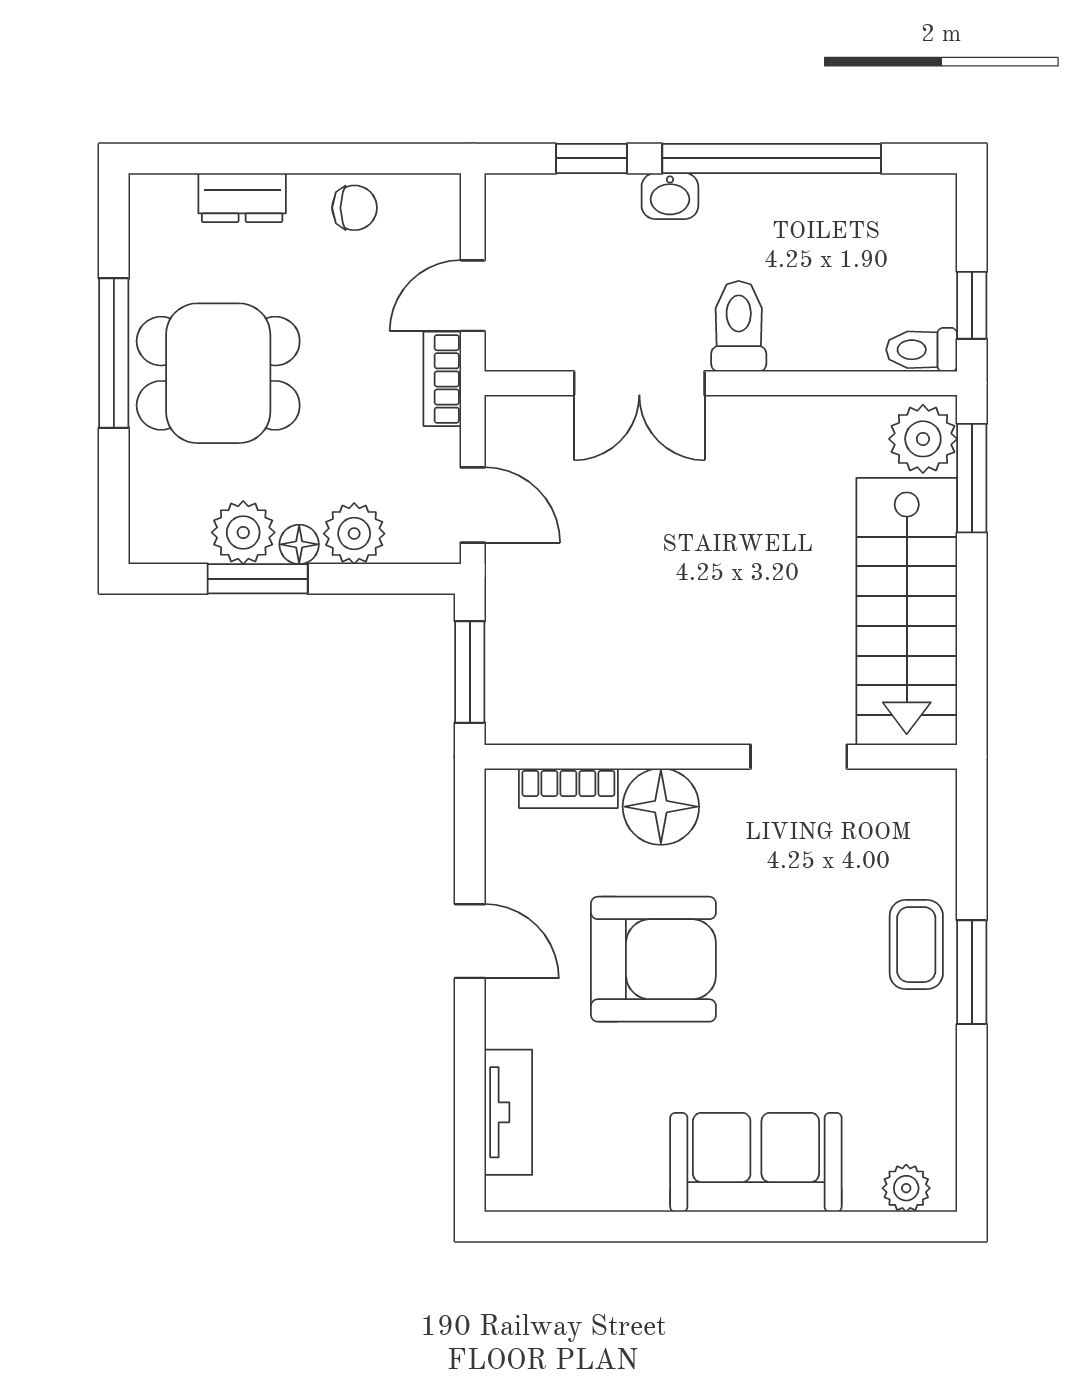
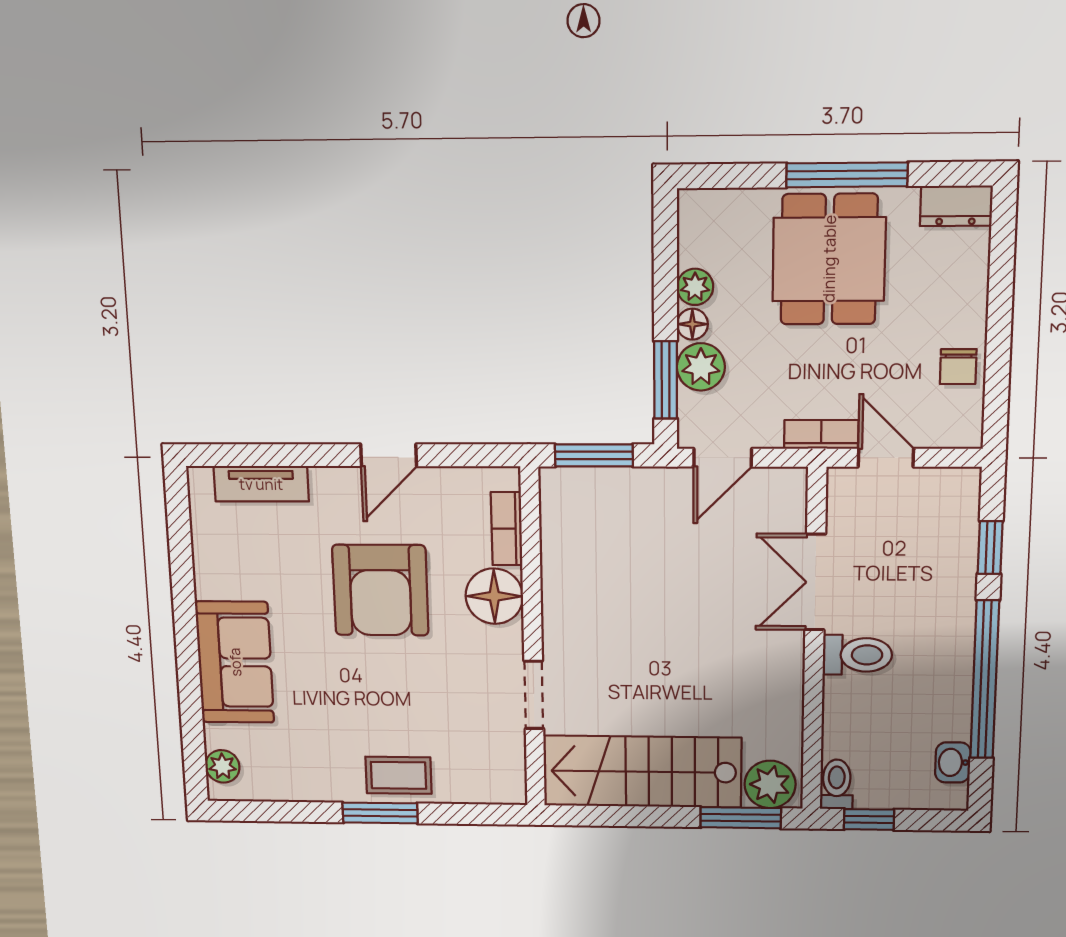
washbasin: (670, 196) -> (953, 762), moved
dresser: (242, 198) -> (956, 206), moved, turned -90
plant: (243, 532) -> (695, 287), width x0.73, depth x0.73
window: (258, 579) -> (666, 380), moved

